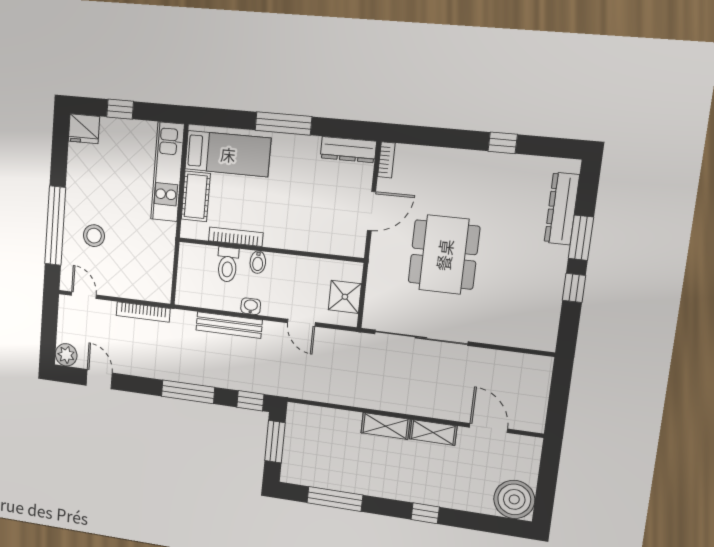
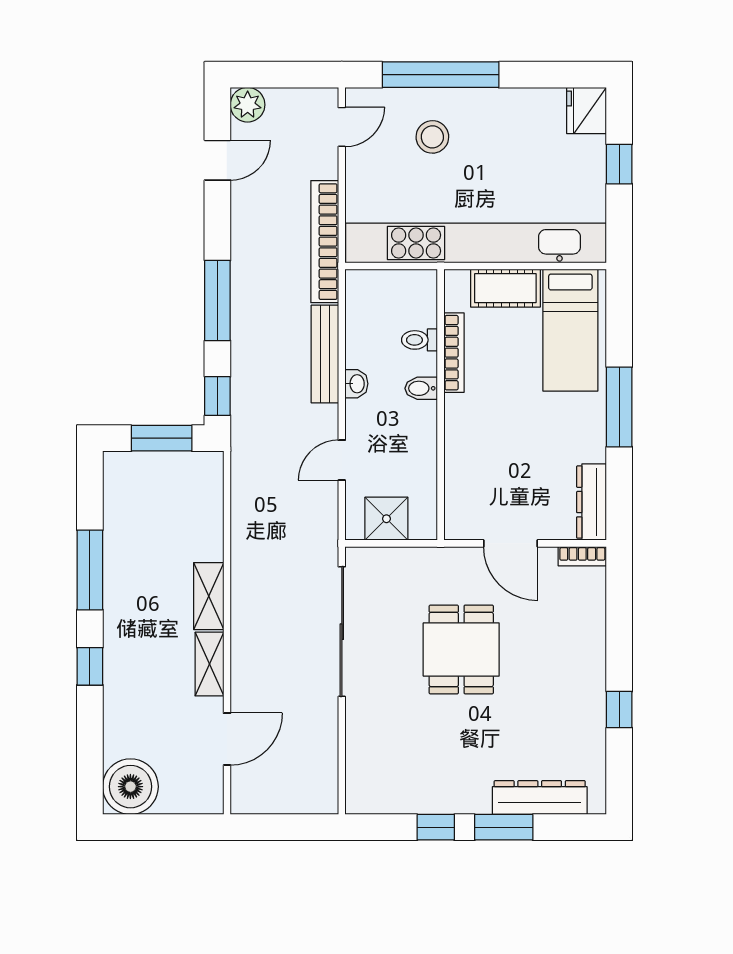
kitchen unit: (168, 172) -> (476, 243), width x1.86
dining table: (444, 255) -> (461, 649), width x0.73
toilet: (228, 265) -> (419, 340), width x0.73, depth x0.72
bookcase: (143, 312) -> (325, 242), width x1.48, depth x1.31
window: (335, 499) -> (90, 570), moved

